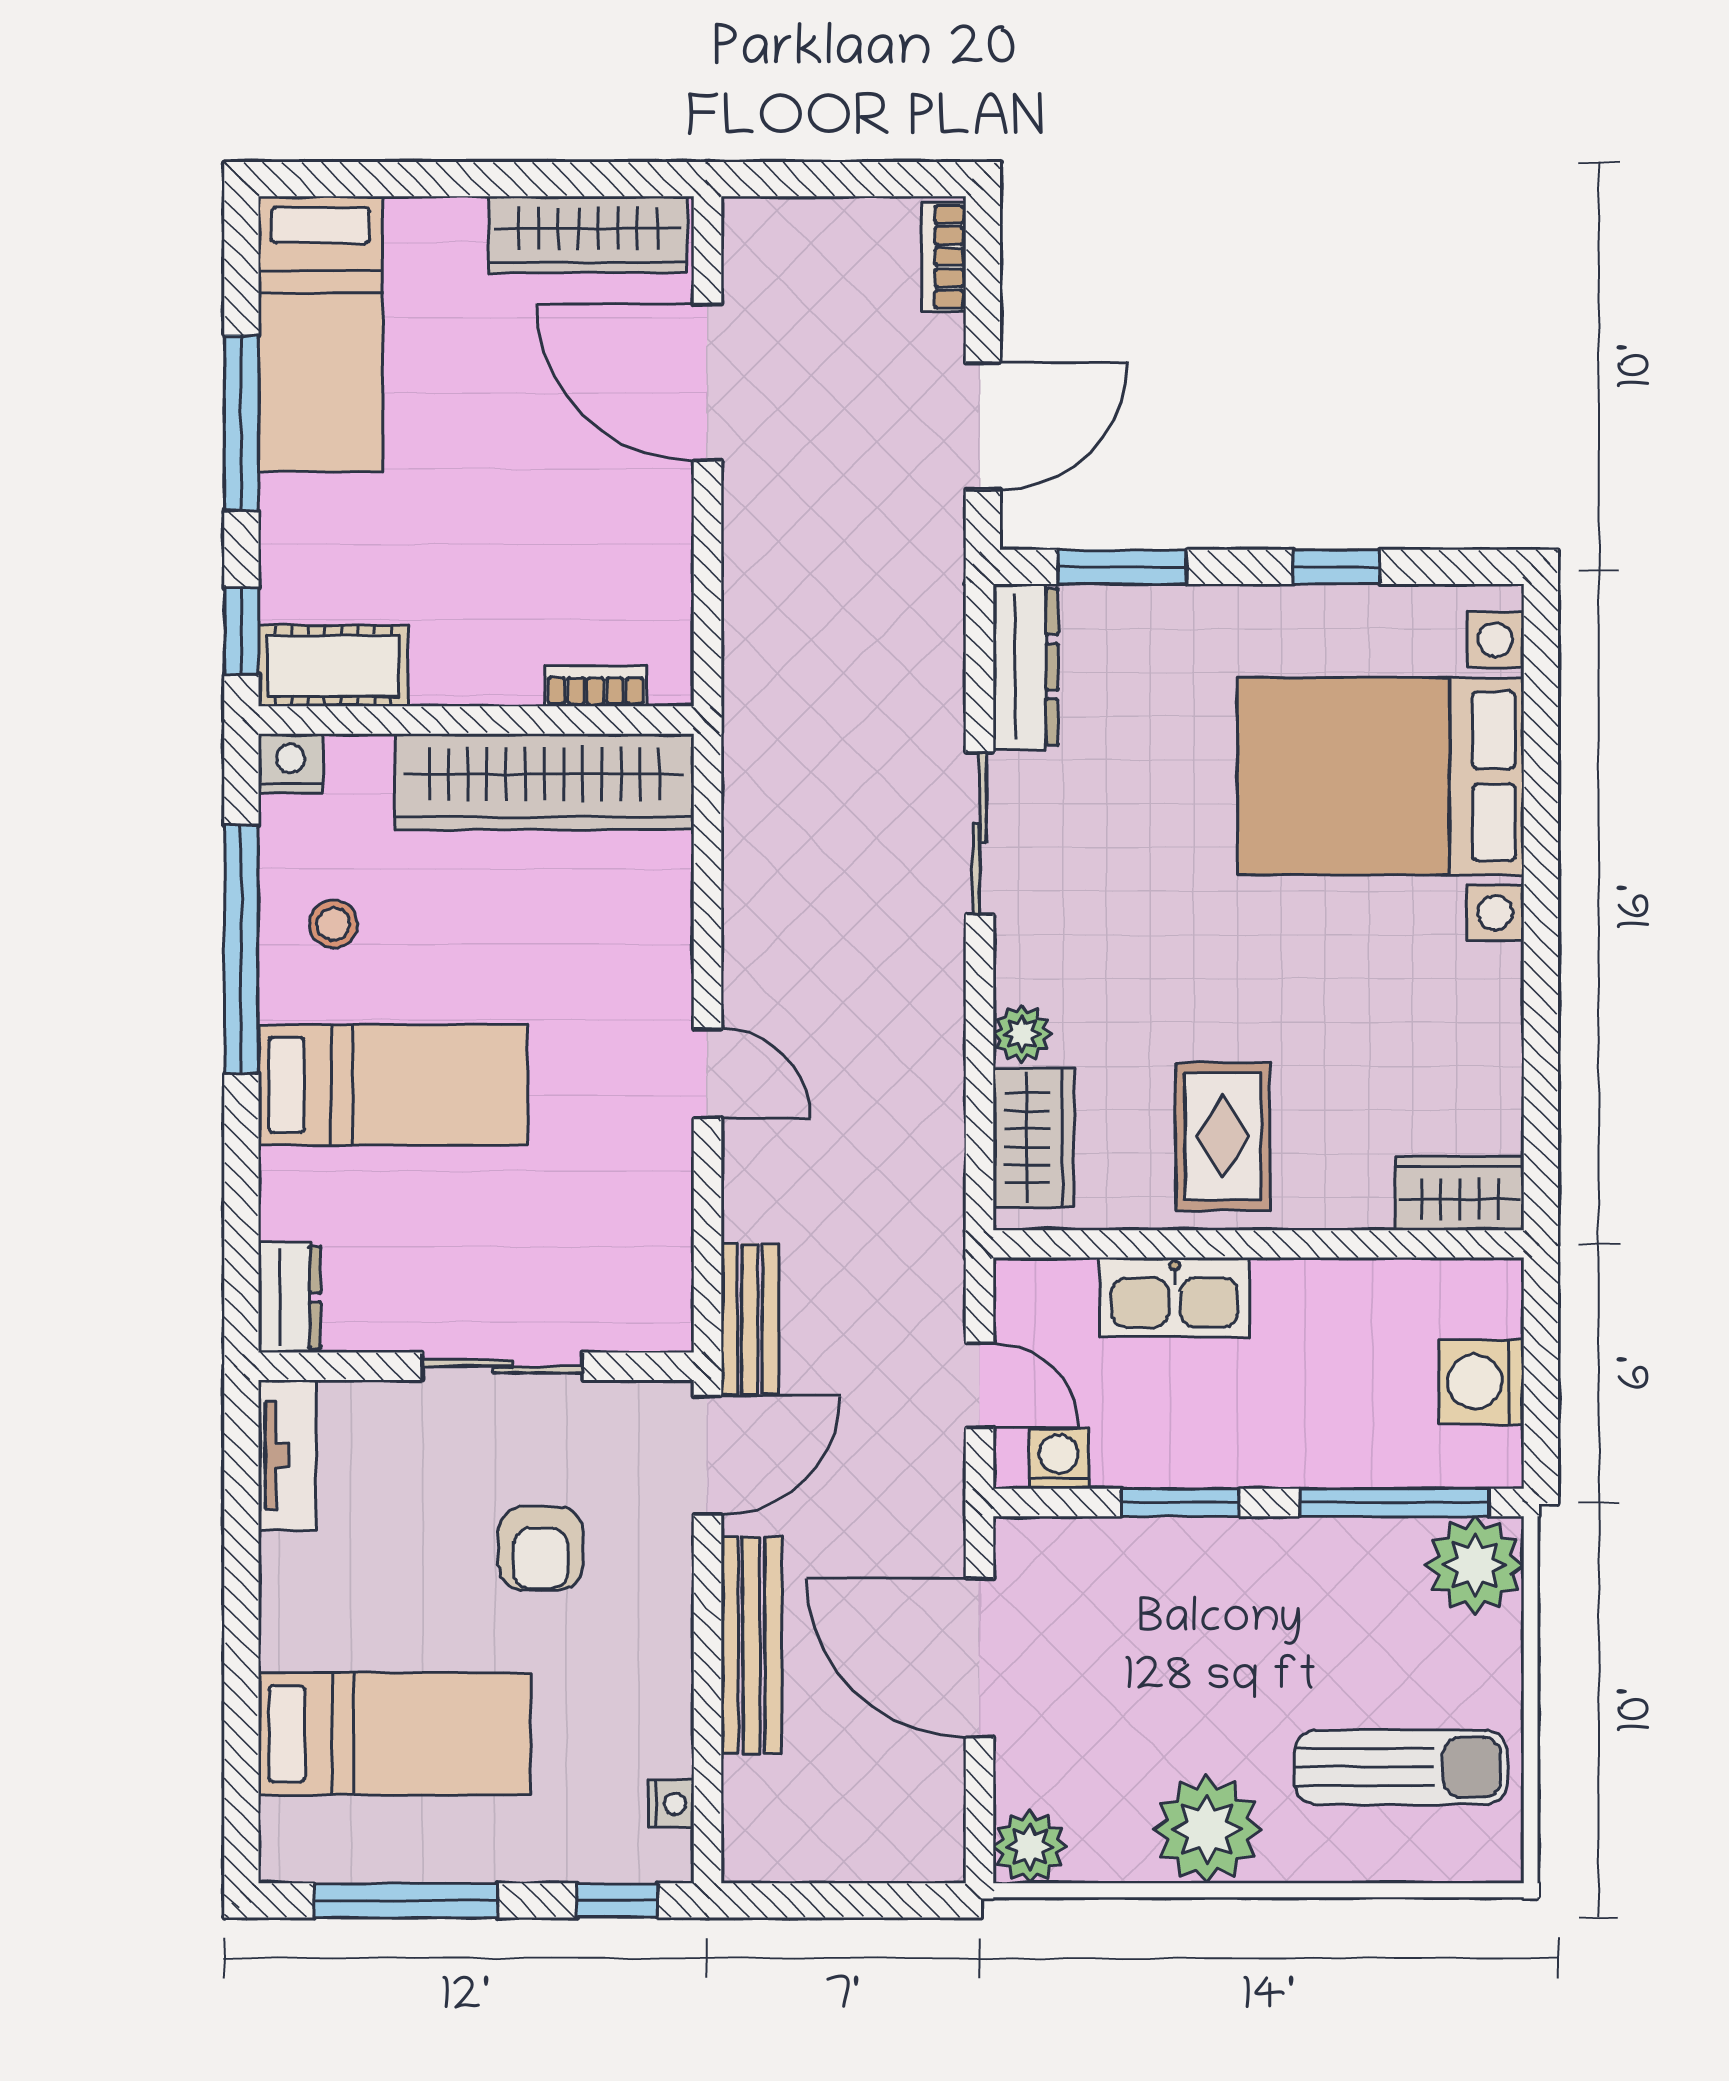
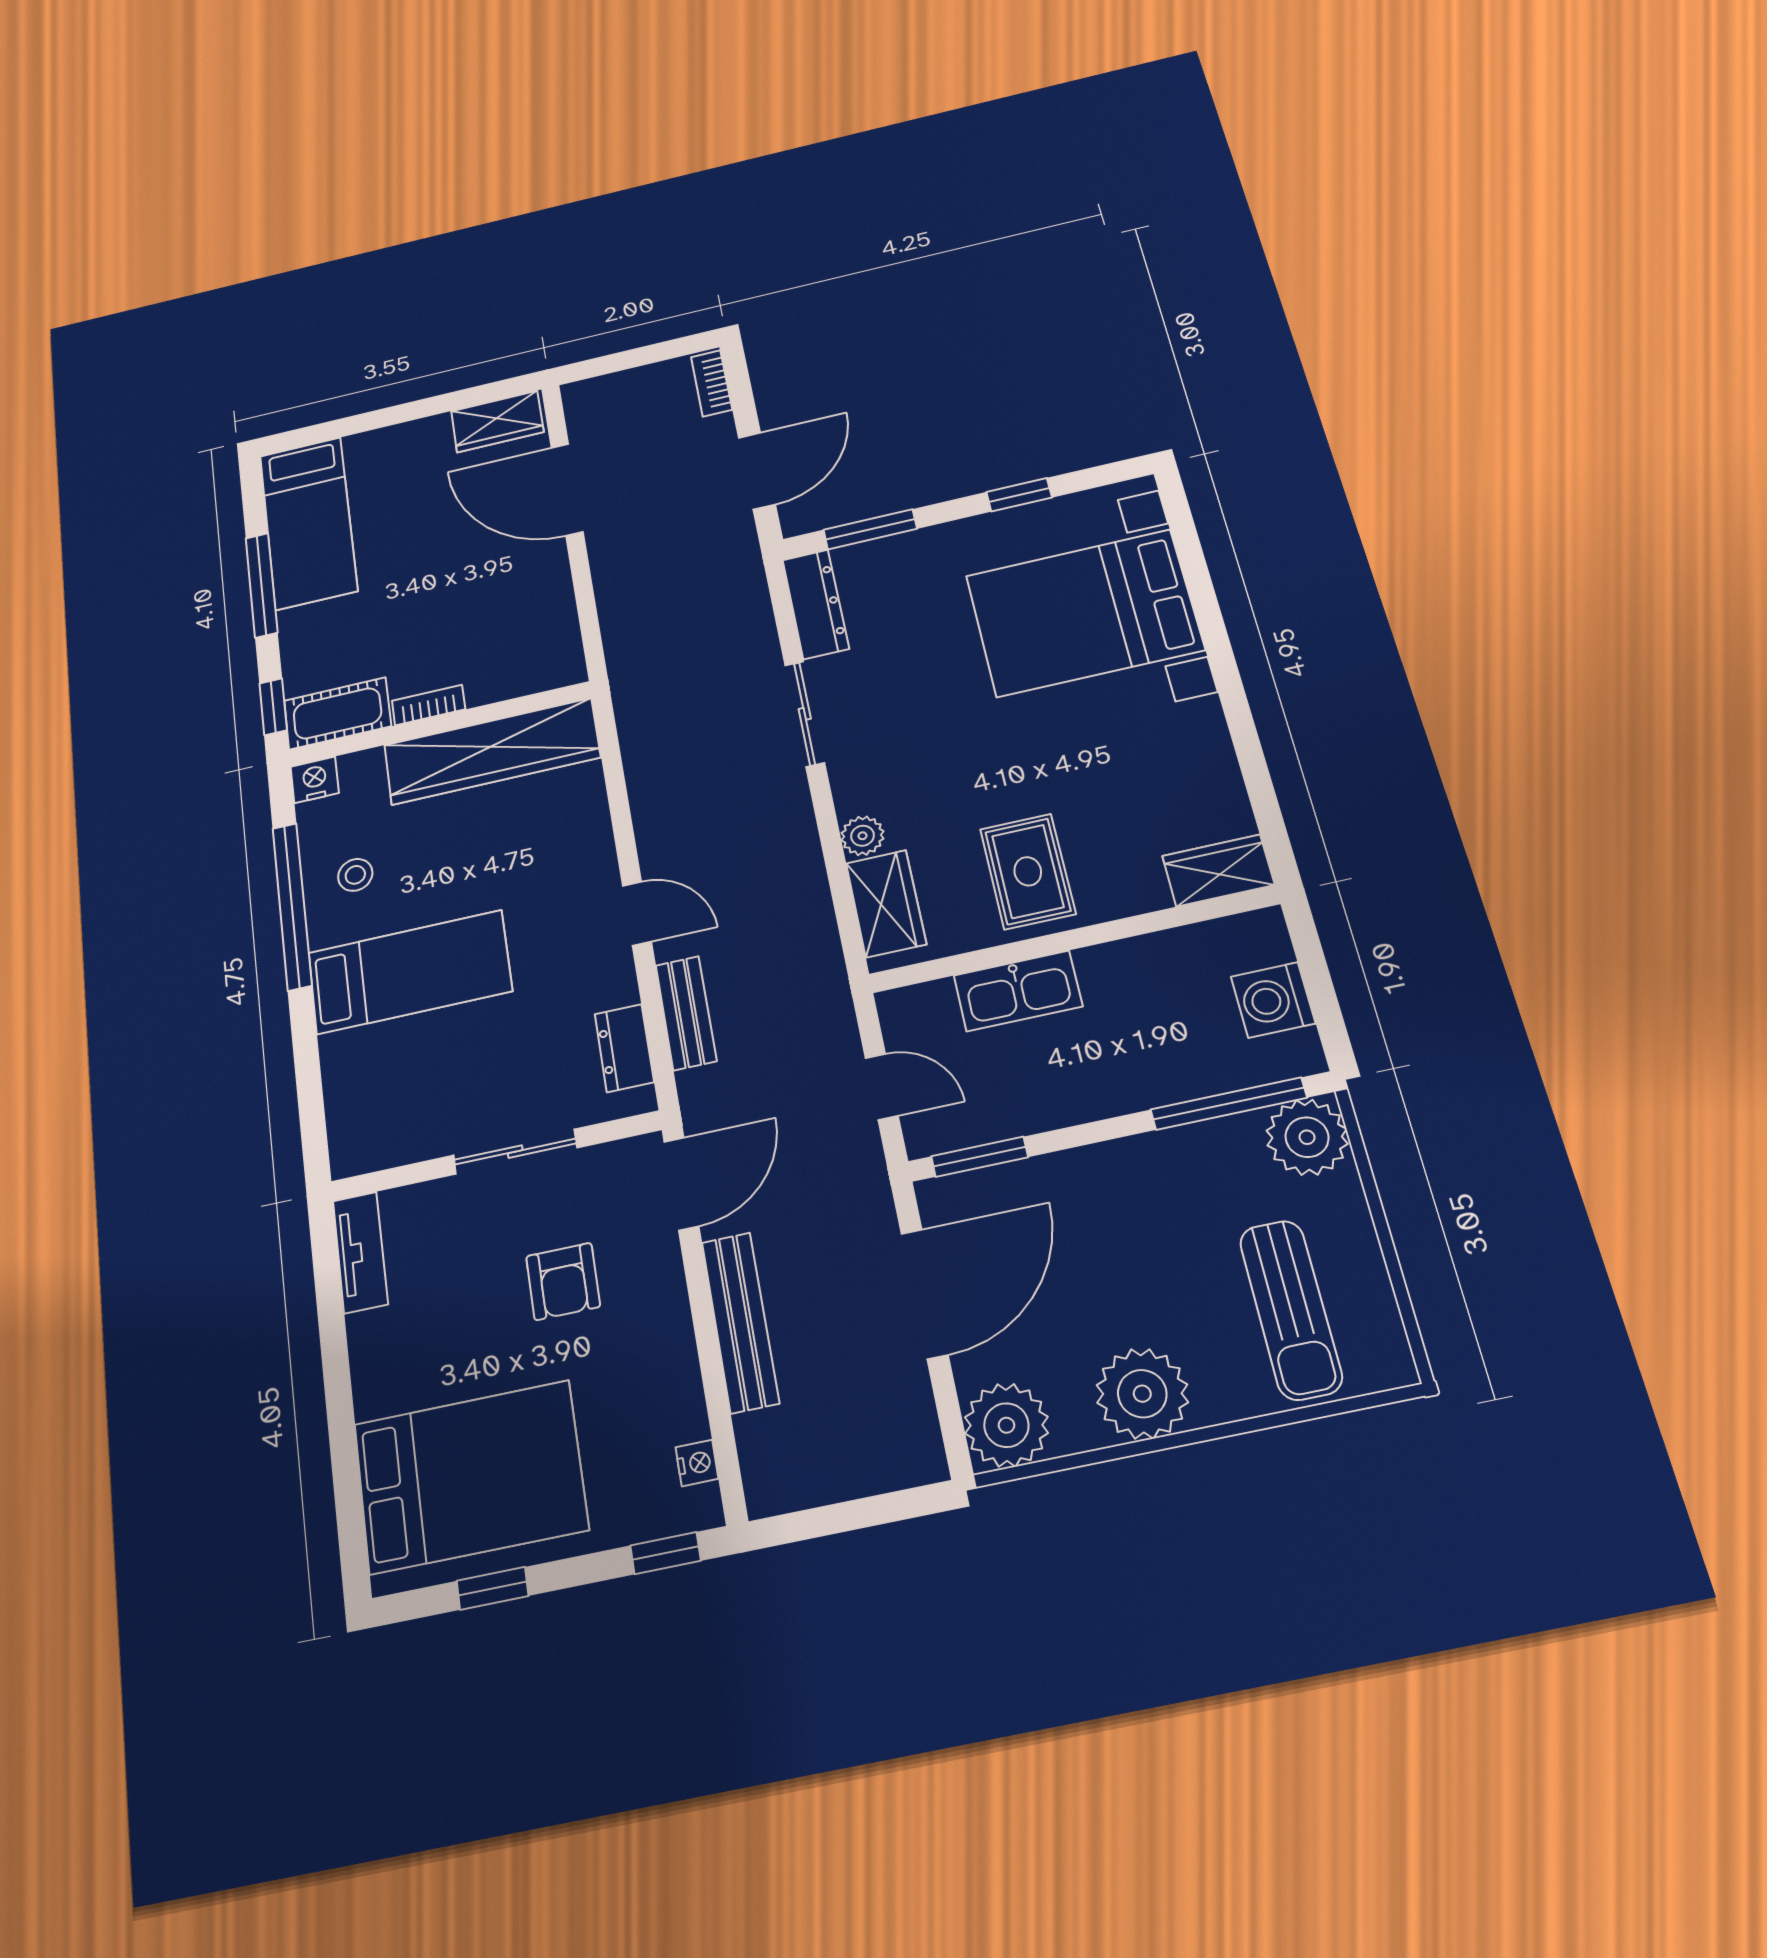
wardrobe: (588, 234) -> (497, 421), width x0.67
bookcase: (596, 686) -> (429, 705), moved
dresser: (290, 1297) -> (624, 1048), moved, turned 180
bench: (750, 1319) -> (686, 1013), moved
washing machine: (1059, 1459) -> (955, 1128), removed
window: (1180, 1502) -> (980, 1157), moved
door: (980, 1658) -> (924, 1294), swing flipped
bed: (395, 1734) -> (470, 1477), width x1.50
sun lounger: (1401, 1767) -> (1291, 1309), turned 90
plant: (1030, 1847) -> (1006, 1425), width x1.36, depth x1.36
window: (406, 1900) -> (493, 1588), width x0.46

